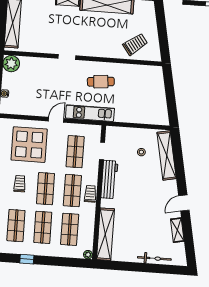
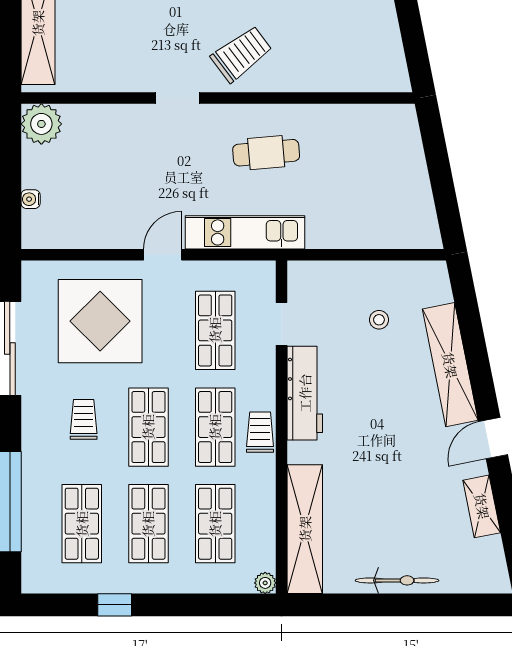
trolley: (135, 44) -> (241, 54), moved
shelving: (167, 155) -> (450, 365), moved
bicycle: (154, 258) -> (397, 580), moved

